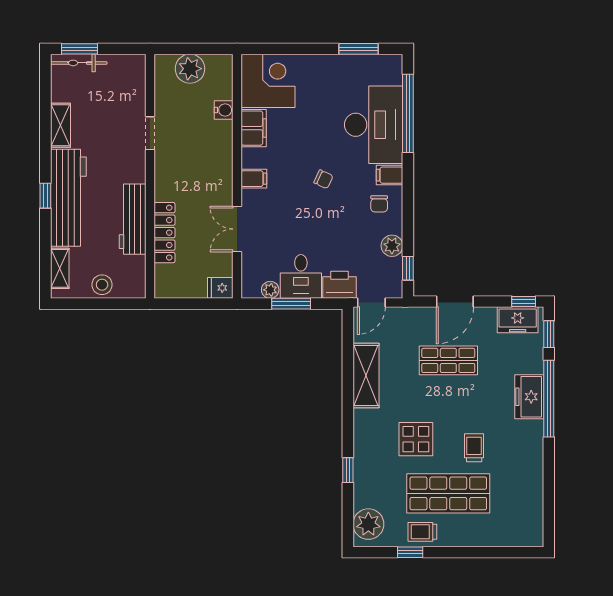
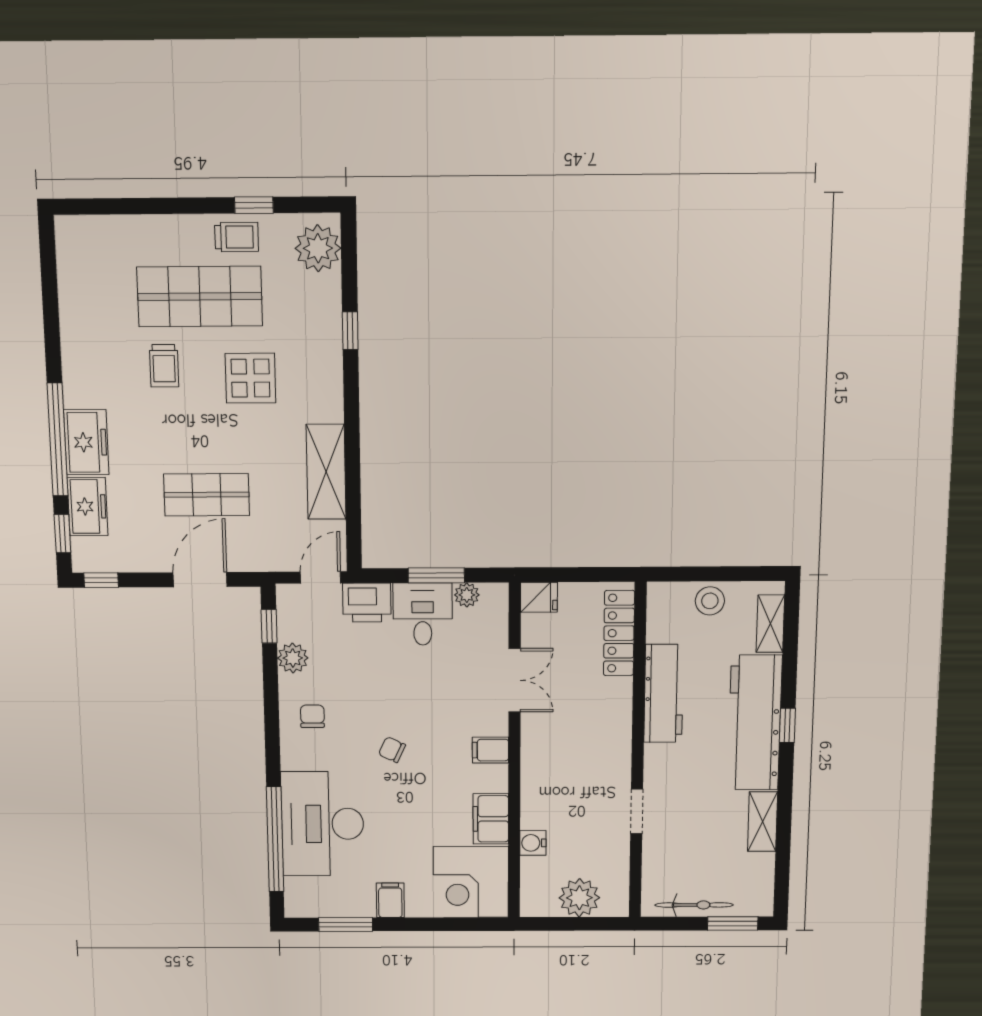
bicycle: (79, 63) -> (694, 905), moved
filing cabinet: (390, 175) -> (390, 900), moved, turned -90
locker: (164, 233) -> (619, 633), moved
freezer: (518, 320) -> (88, 507), moved, turned 90

